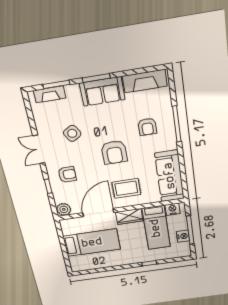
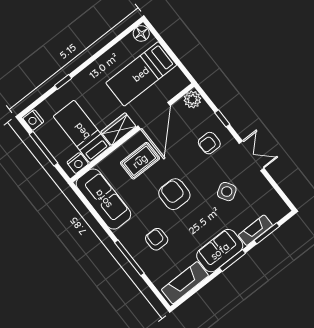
fireplace: (50, 94) -> (255, 230), moved
nightstand: (183, 236) -> (33, 120), moved
floor lamp: (77, 266) -> (141, 33), added

